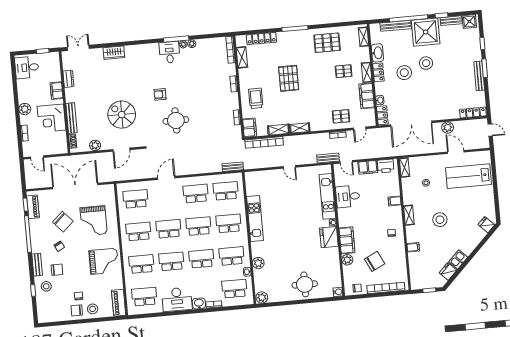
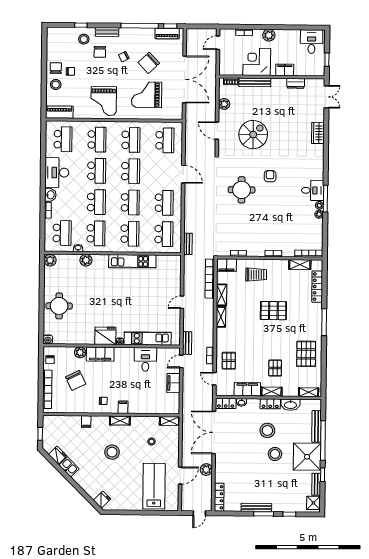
printer: (386, 166) -> (173, 402), removed
filing cabinet: (395, 201) -> (123, 407), moved

